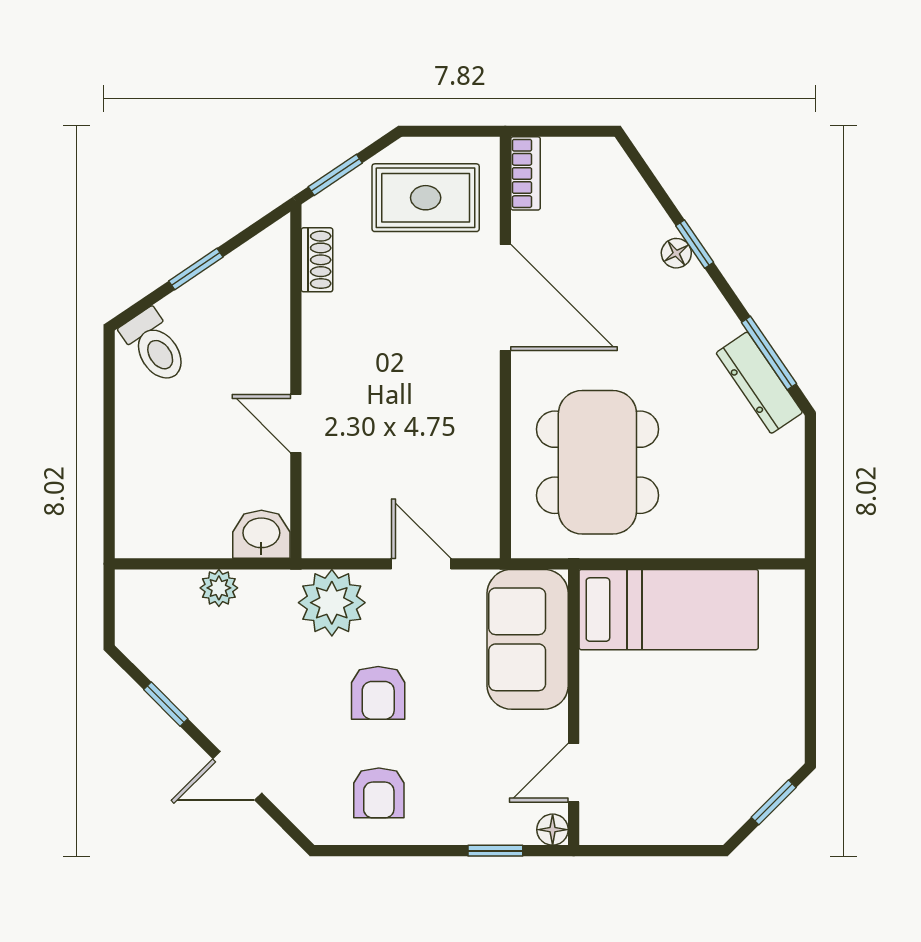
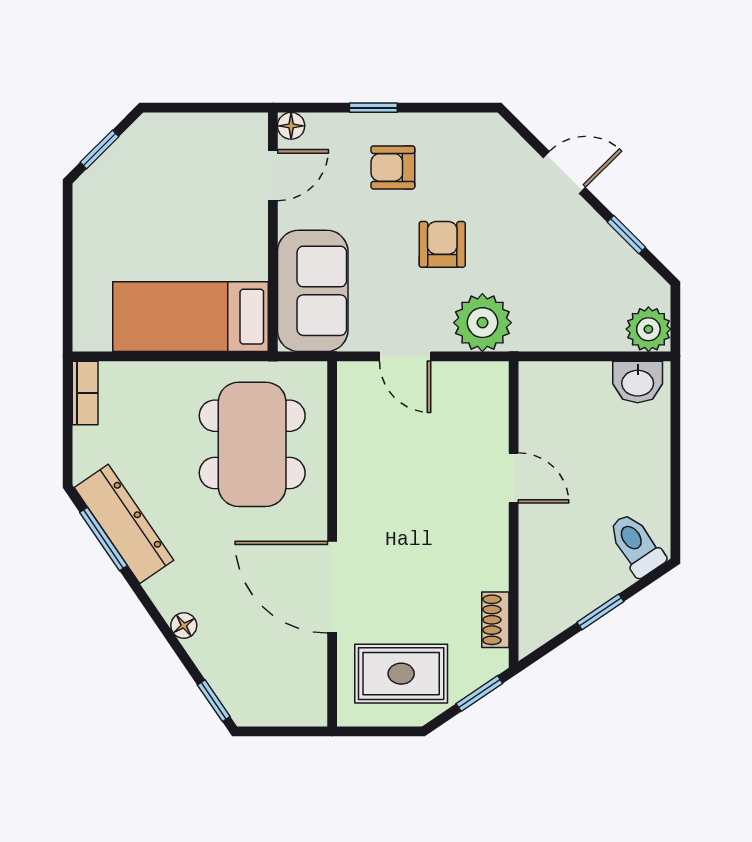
bookcase: (525, 173) -> (85, 393), moved, turned 180
window: (695, 244) -> (214, 701), moved
dresser: (759, 383) -> (124, 524), width x1.37, depth x1.24
washbasin: (261, 534) -> (638, 382), moved
plant: (219, 588) -> (648, 329), moved, width x1.38, depth x1.38
armchair: (379, 793) -> (393, 167), moved, turned -90
window: (495, 851) -> (373, 108), moved

